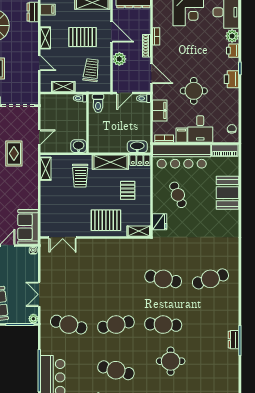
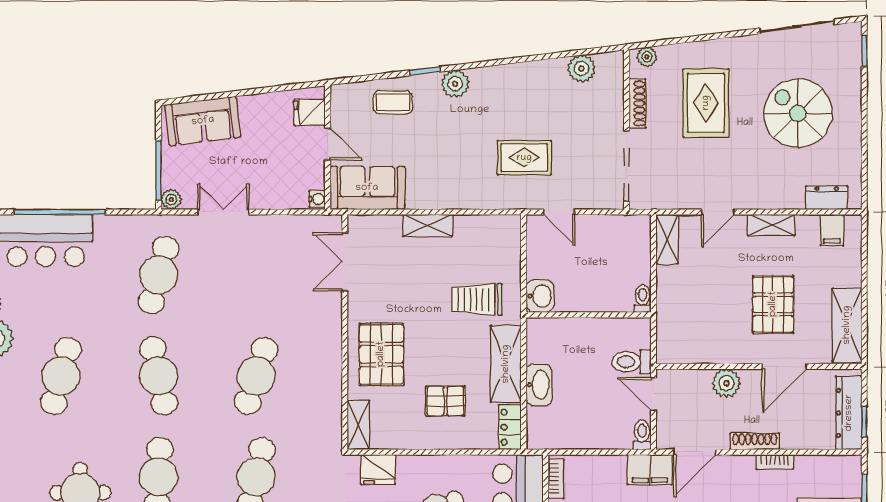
trolley: (91, 70) -> (703, 323), removed
shelving: (63, 87) -> (667, 239), moved
toilet: (98, 103) -> (631, 362), moved
filing cabinet: (160, 110) -> (650, 470), moved
washbasin: (137, 147) -> (539, 385), moved
shelving: (46, 169) -> (428, 226), moved
cafe table: (116, 279) -> (256, 376), added

